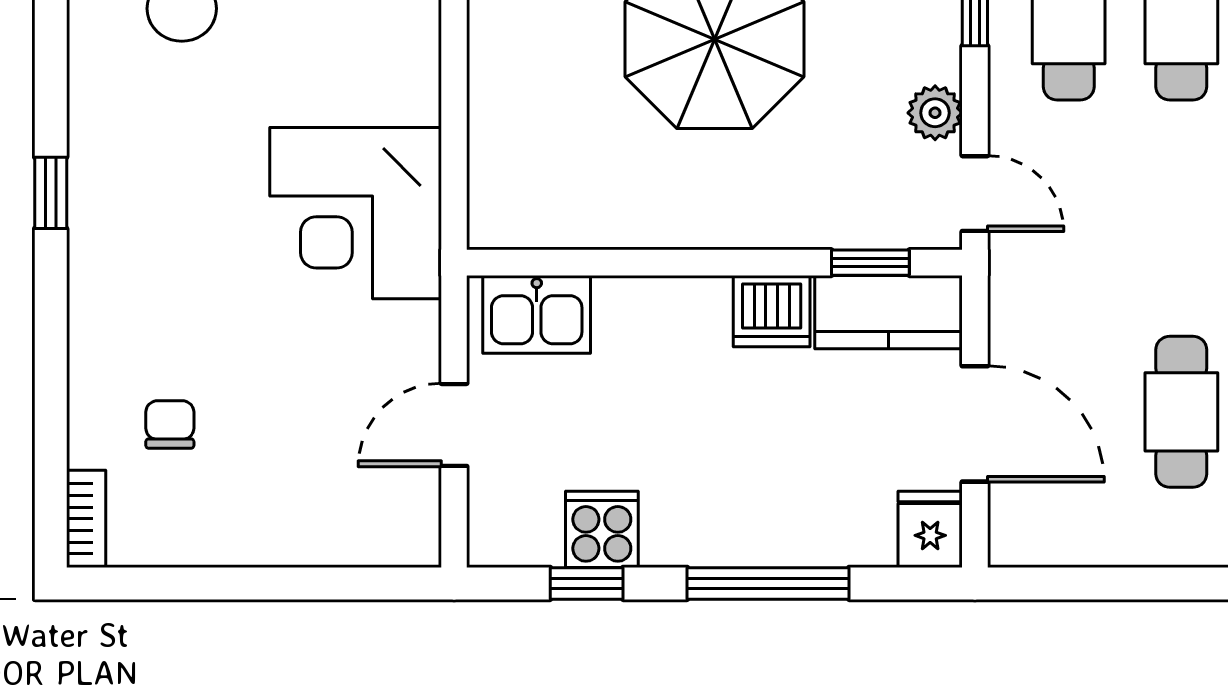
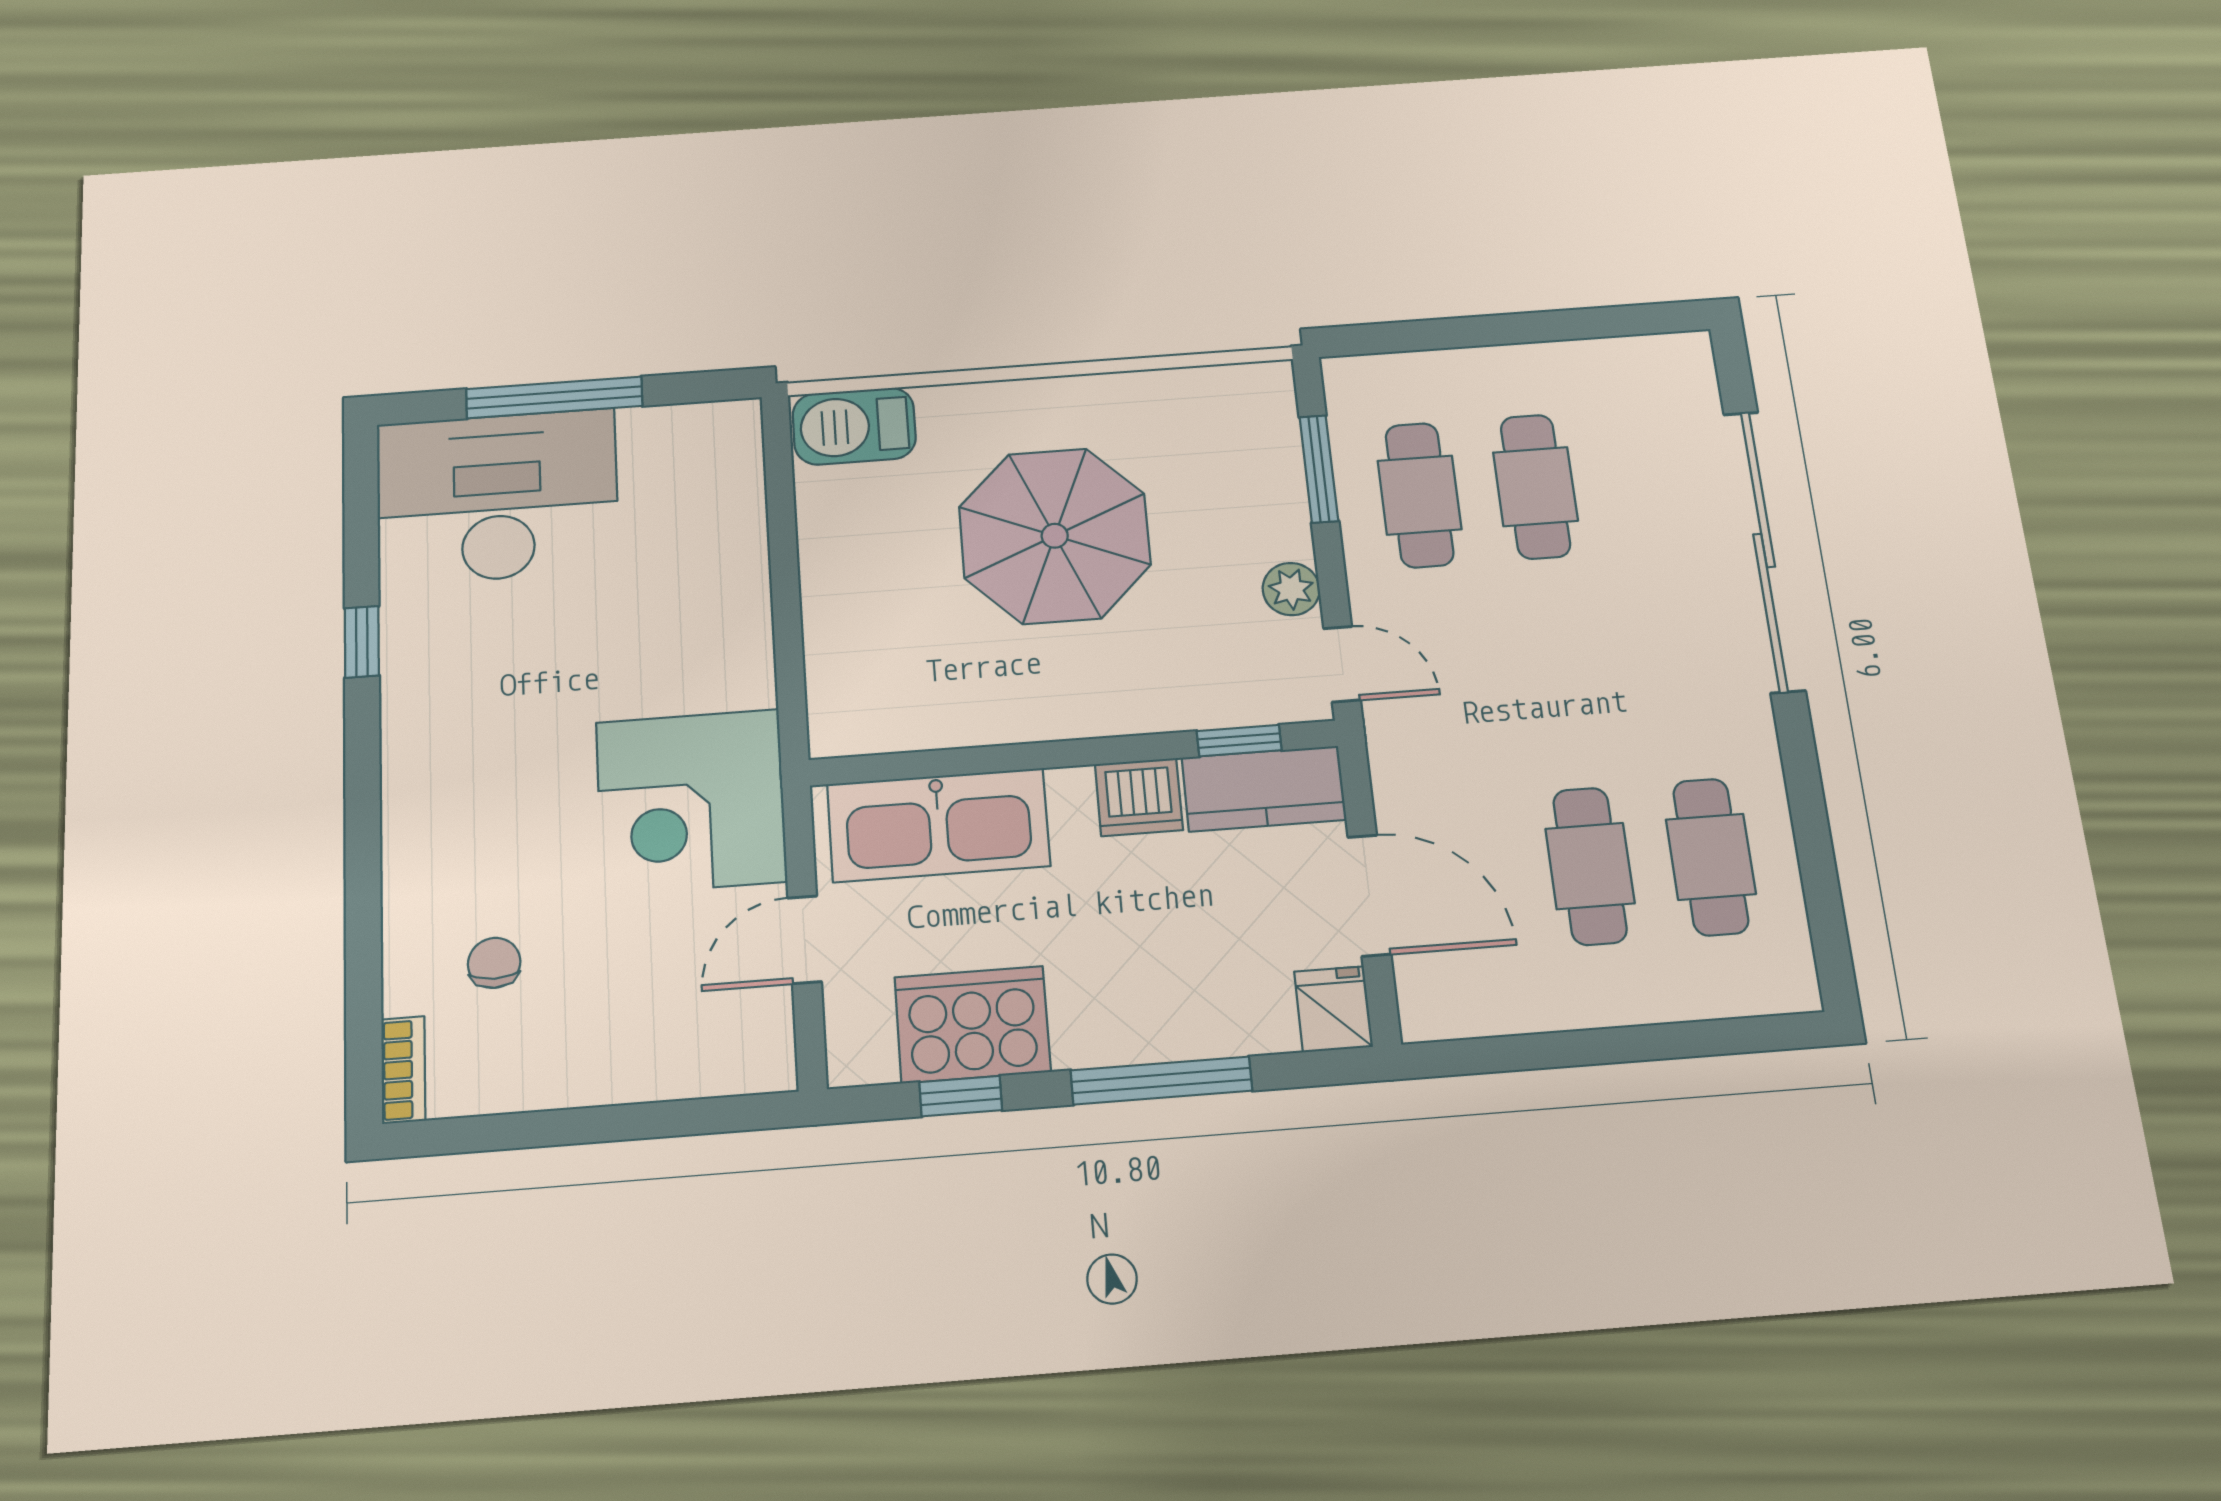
window: (51, 193) -> (362, 642), moved
corner desk: (356, 213) -> (691, 802), moved
kitchen sink: (537, 314) -> (938, 825), width x1.87, depth x1.24
cooker: (602, 529) -> (972, 1024), width x1.87, depth x1.31

